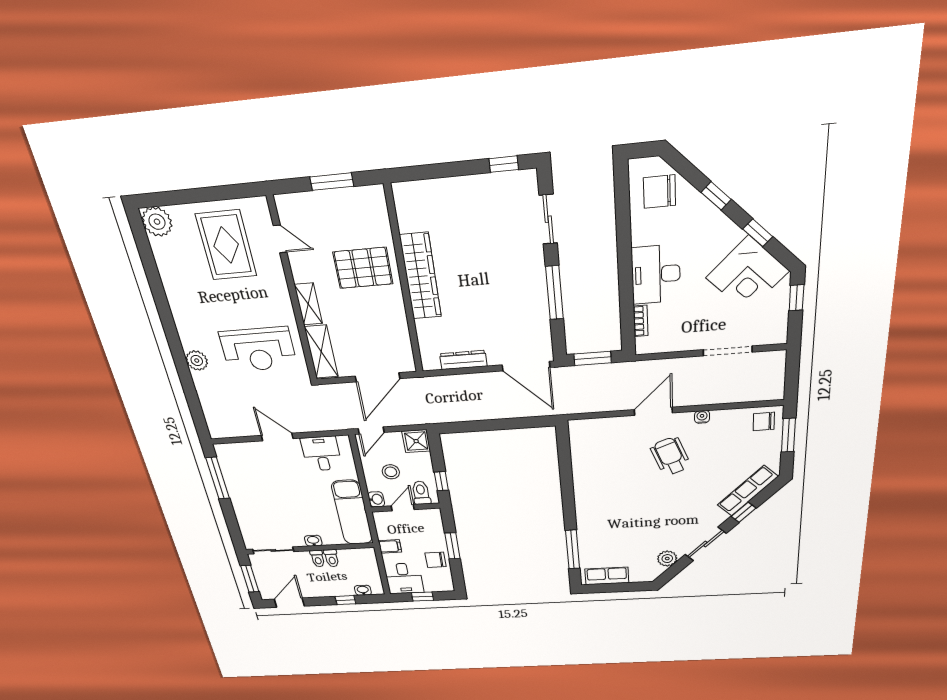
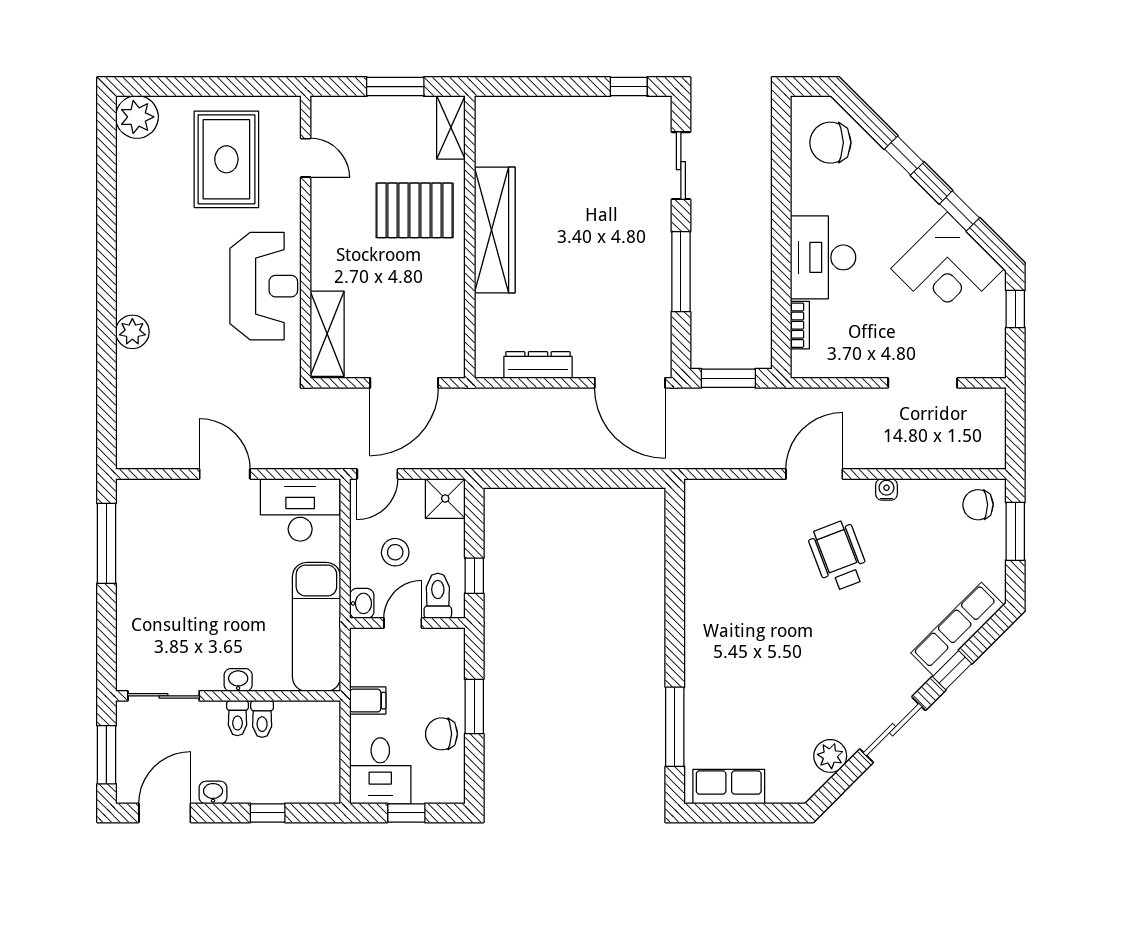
shelving: (308, 304) -> (451, 127), moved
reception desk: (258, 349) -> (264, 286), moved, turned -90
desk: (321, 454) -> (300, 510), width x1.37
washbasin: (363, 590) -> (213, 793), moved

